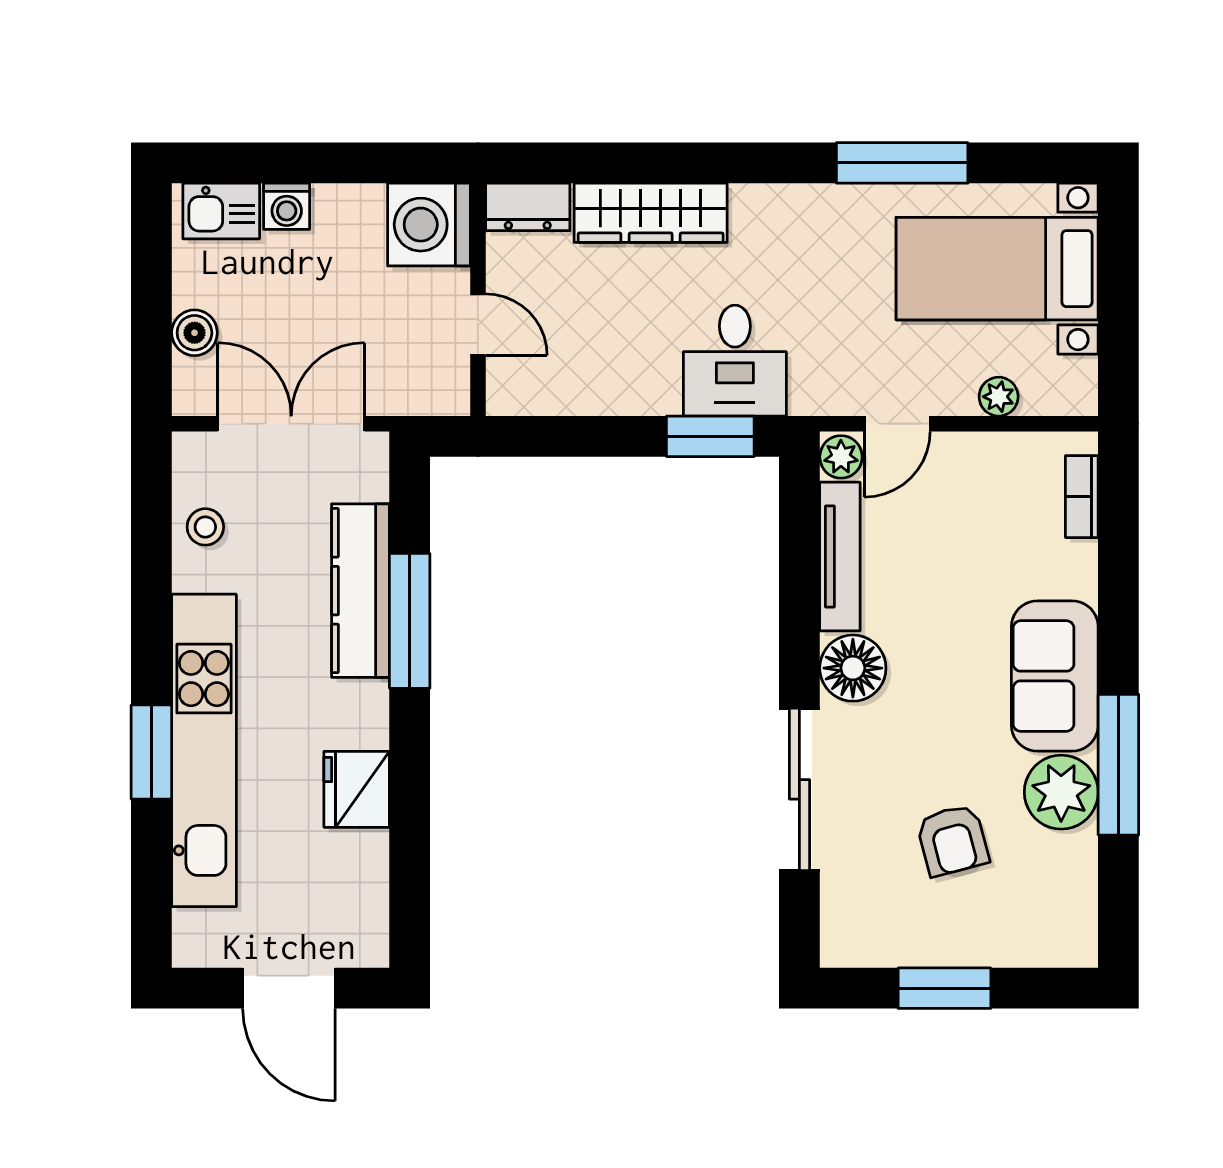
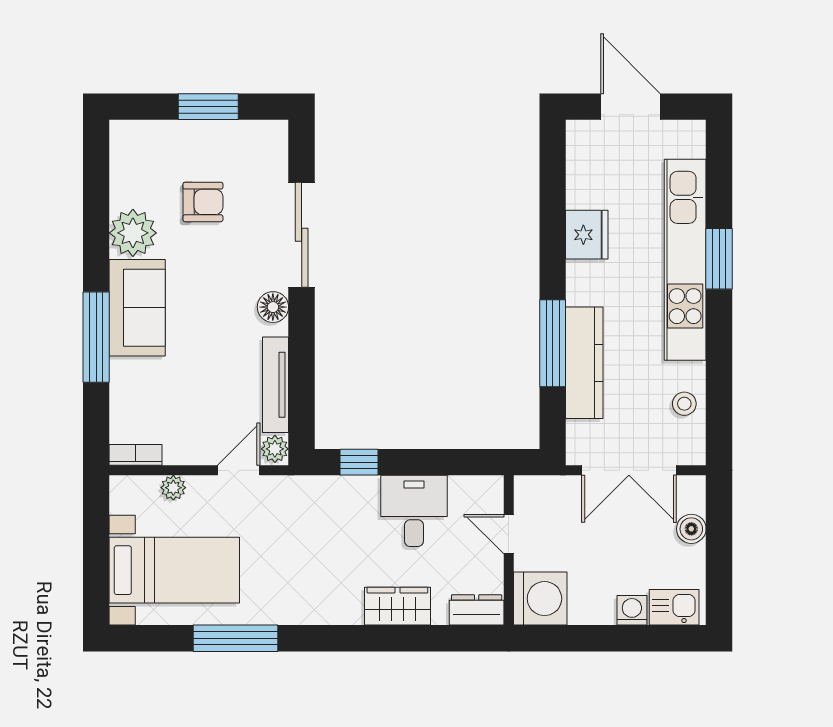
wardrobe: (651, 213) -> (397, 606), width x0.67
desk: (735, 361) -> (414, 511), moved
window: (710, 436) -> (359, 462), width x0.67
bookcase: (1082, 497) -> (135, 455), moved, turned -90
floor lamp: (853, 668) -> (273, 307), width x0.73, depth x0.73
window: (1118, 765) -> (96, 337), moved
armchair: (953, 840) -> (203, 202), turned 105

